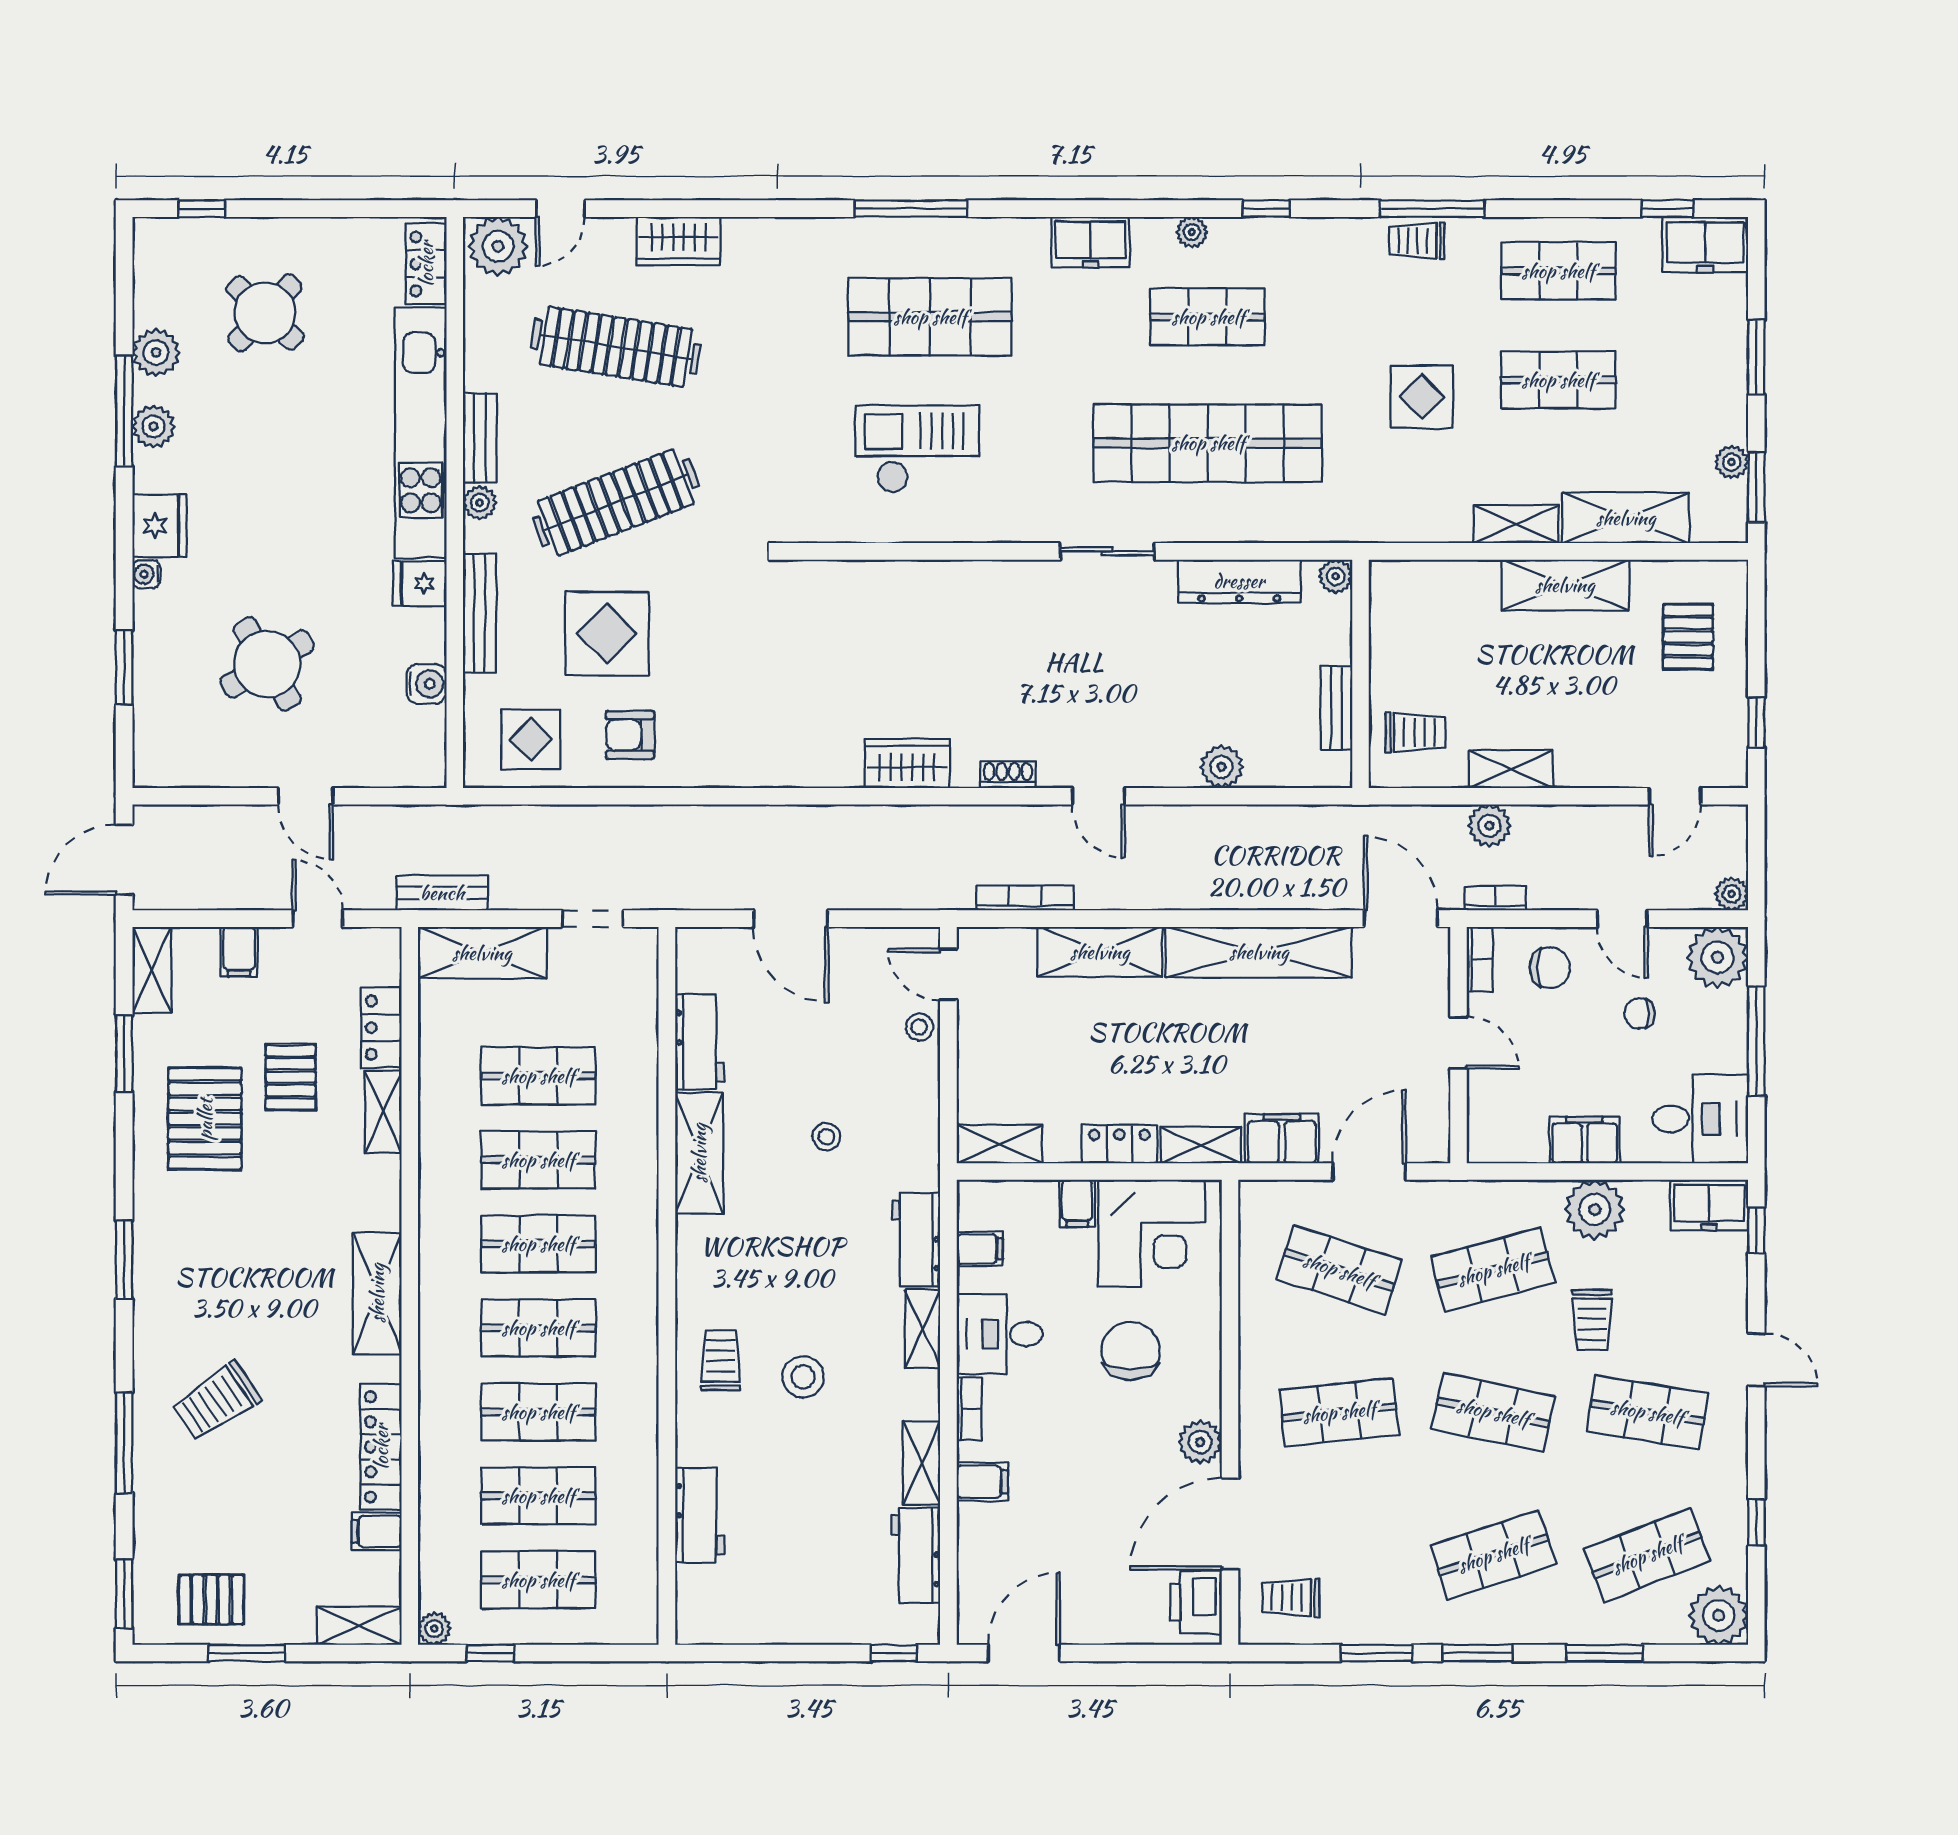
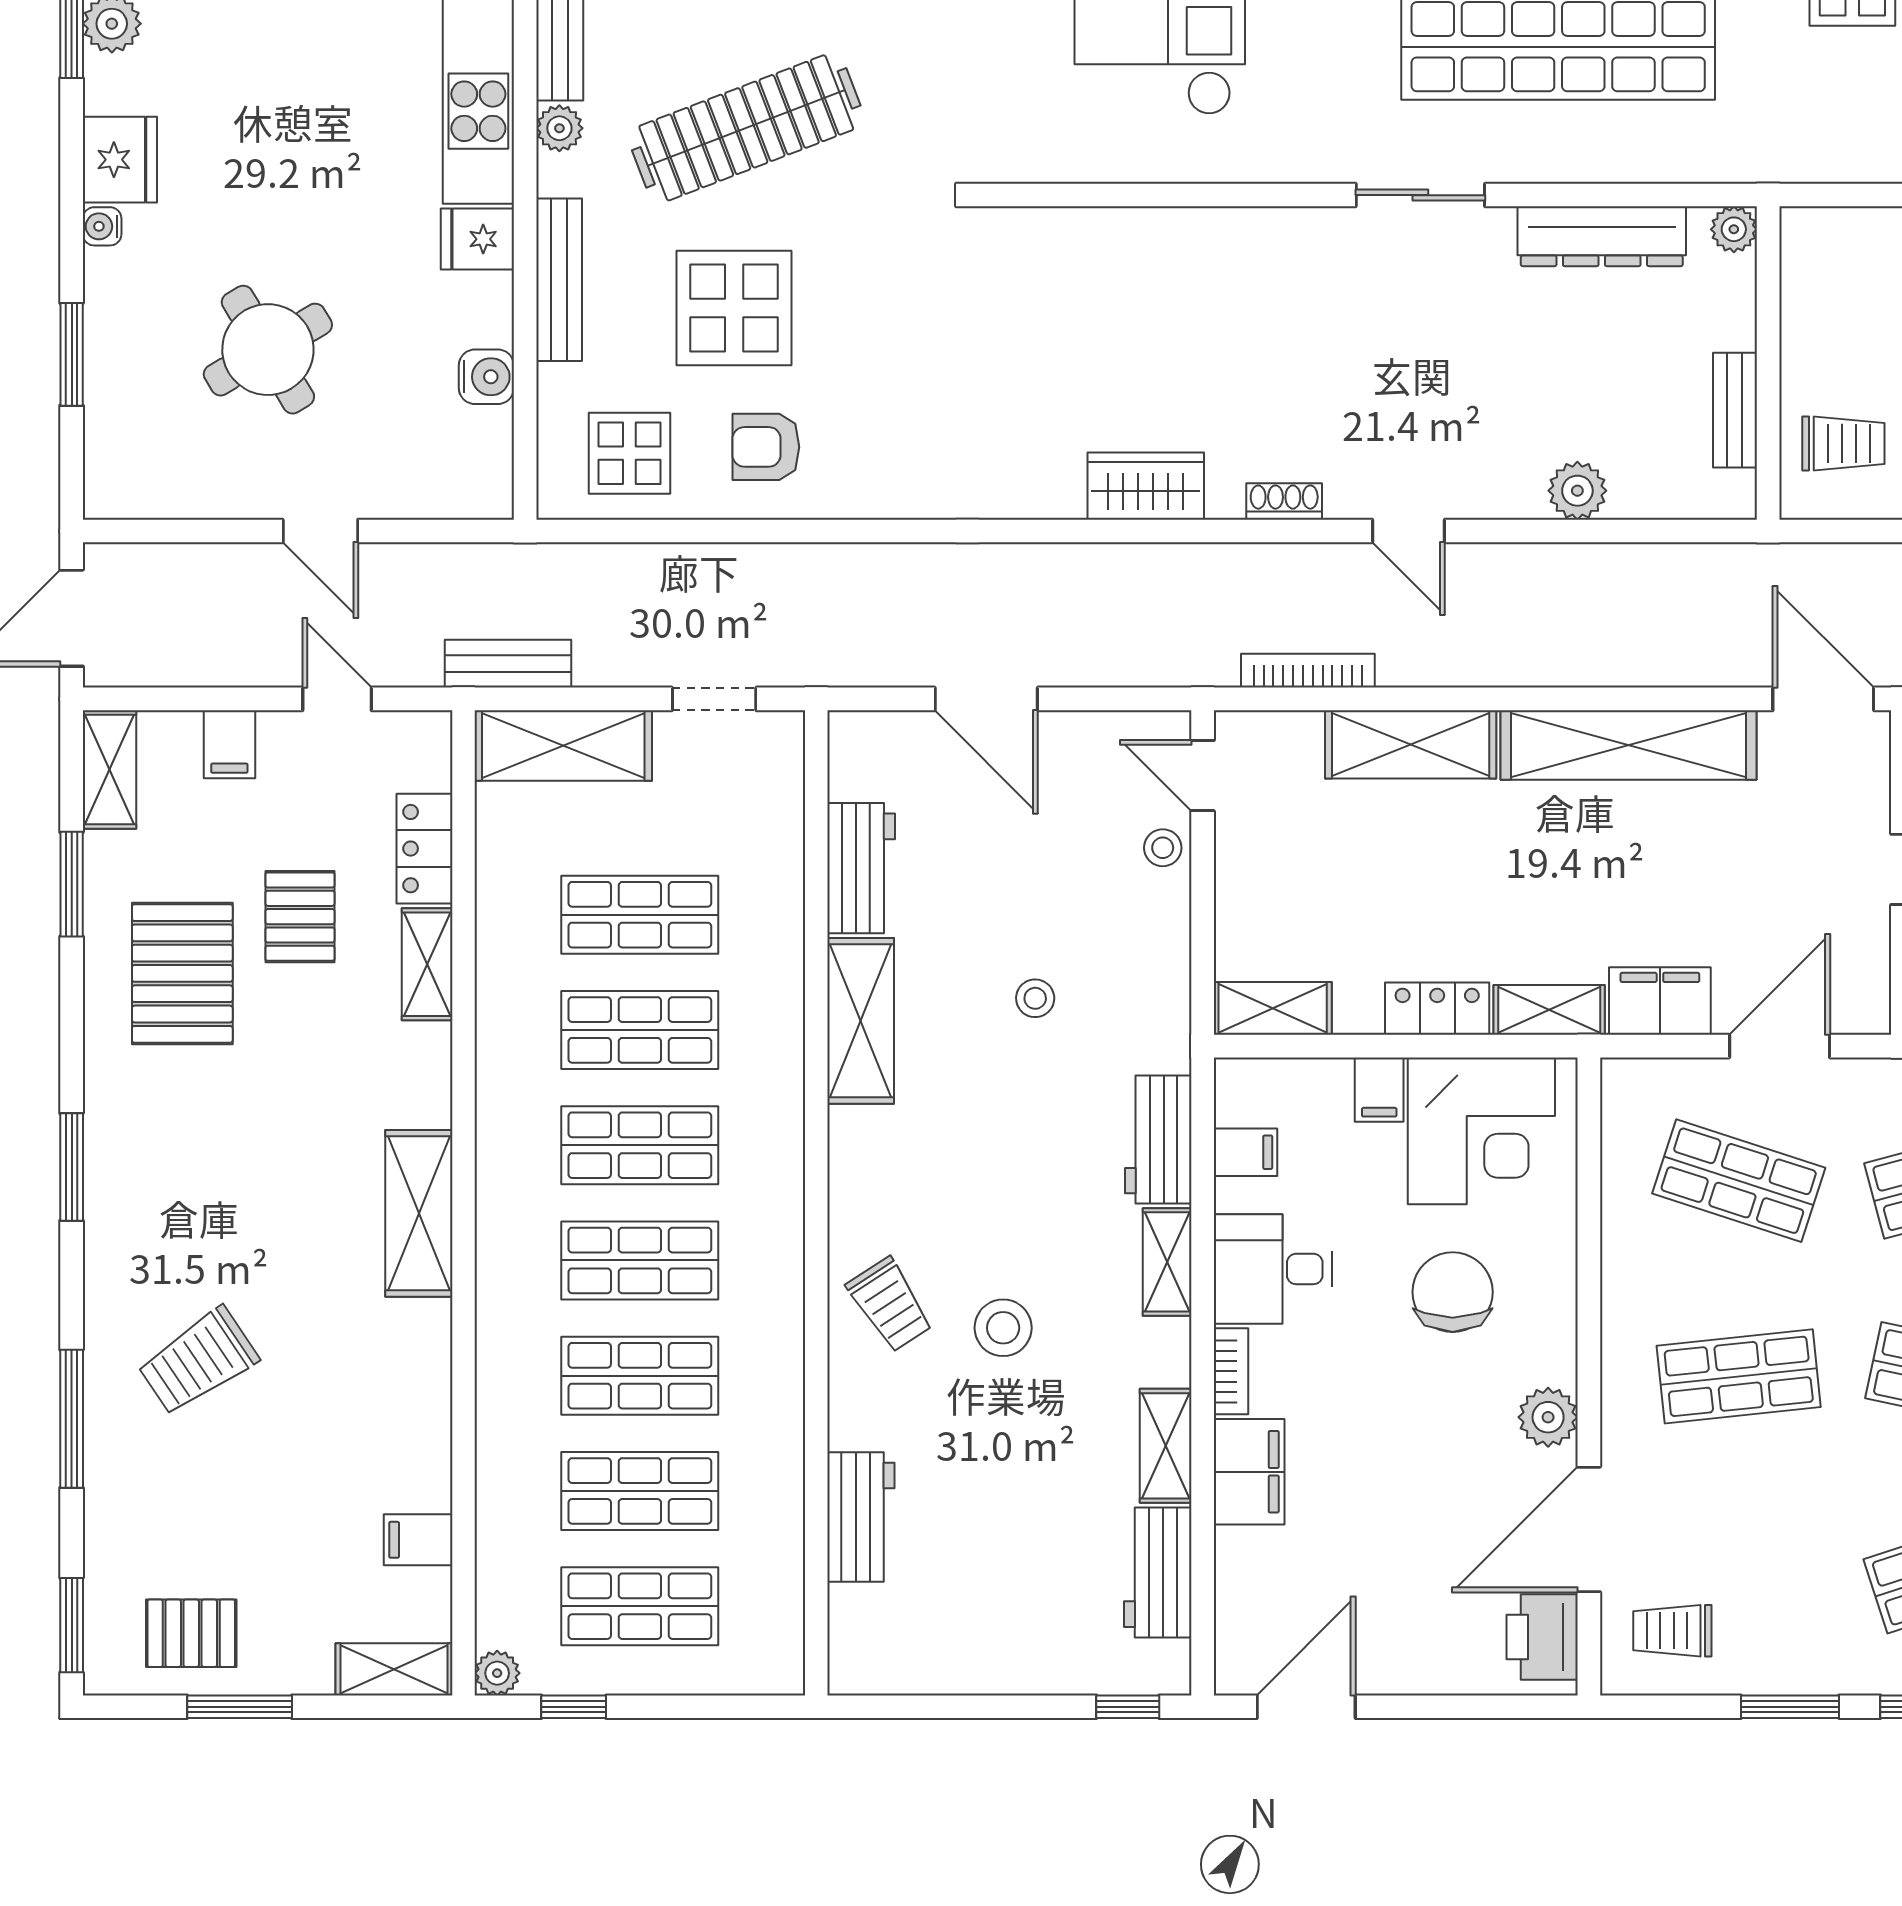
trolley: (721, 1360) -> (890, 1305), turned 147
locker: (381, 1447) -> (424, 1424), removed
filing cabinet: (982, 1482) -> (1249, 1472), width x2.00

